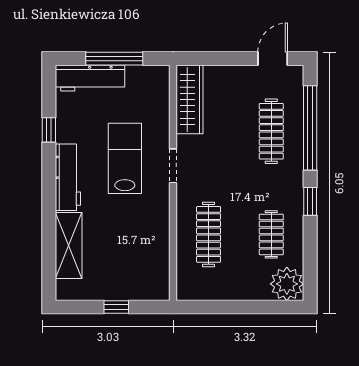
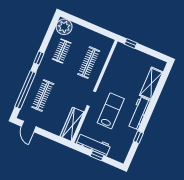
window: (114, 59) -> (97, 156), width x0.46
door: (273, 59) -> (29, 126), hinge flipped
workbench: (90, 78) -> (94, 144), moved
lab bench: (125, 158) -> (111, 111), turned 180
window: (116, 307) -> (131, 43), moved

